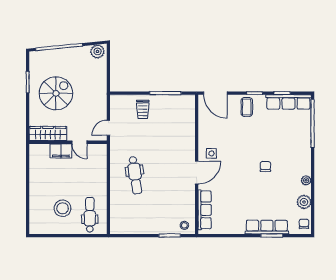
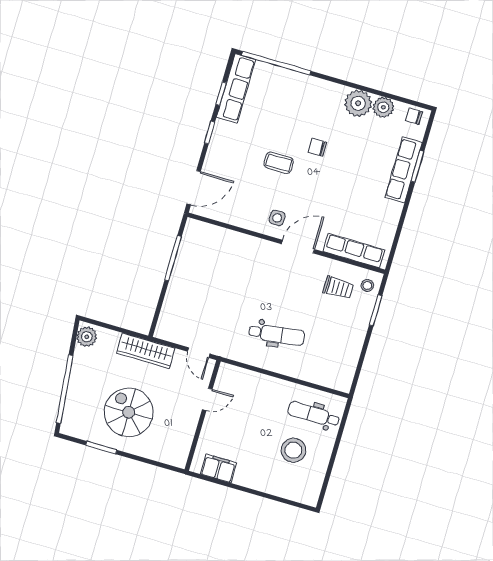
coffee table: (247, 107) -> (279, 163), moved
trolley: (143, 109) -> (338, 288), moved
wardrobe: (48, 133) -> (146, 351), moved, turned -90
filing cabinet: (61, 151) -> (219, 468), moved, turned -90
door: (197, 173) -> (298, 247), hinge flipped
plant: (306, 180) -> (358, 103), width x1.88, depth x1.88

